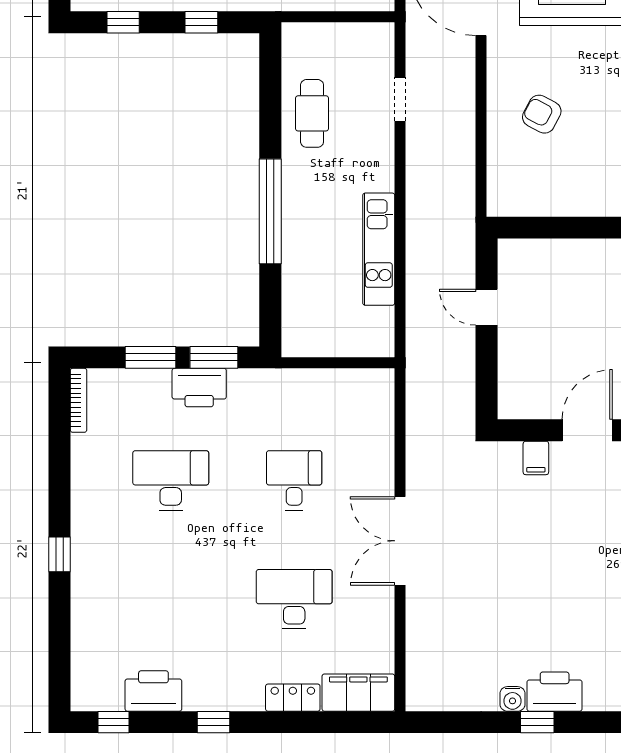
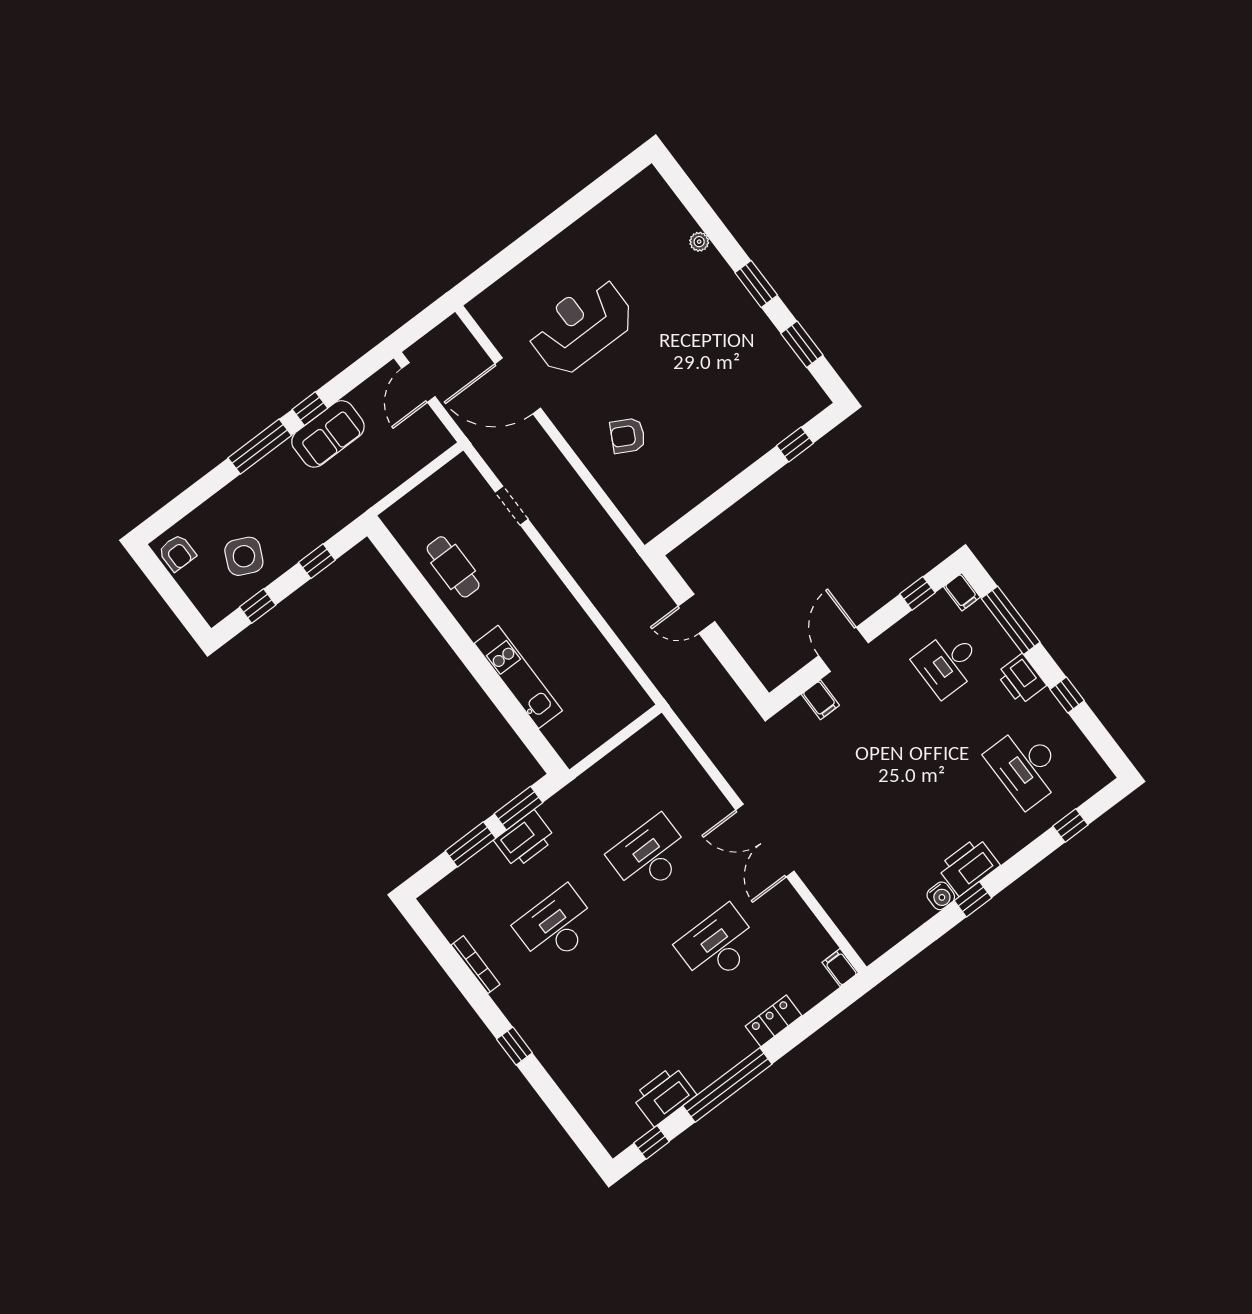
window: (270, 211) -> (478, 665), removed
kitchen unit: (379, 249) -> (518, 677), moved, turned 180
bookcase: (79, 400) -> (476, 965), moved
desk: (294, 480) -> (650, 855), width x1.37
filing cabinet: (358, 693) -> (840, 968), width x0.33, depth x0.86
window: (213, 722) -> (727, 1085), width x3.17

